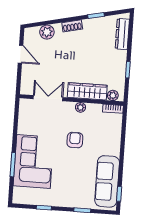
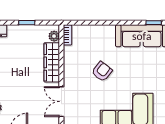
plant: (80, 107) -> (68, 68), removed
armchair: (75, 140) -> (102, 71), turned 128

